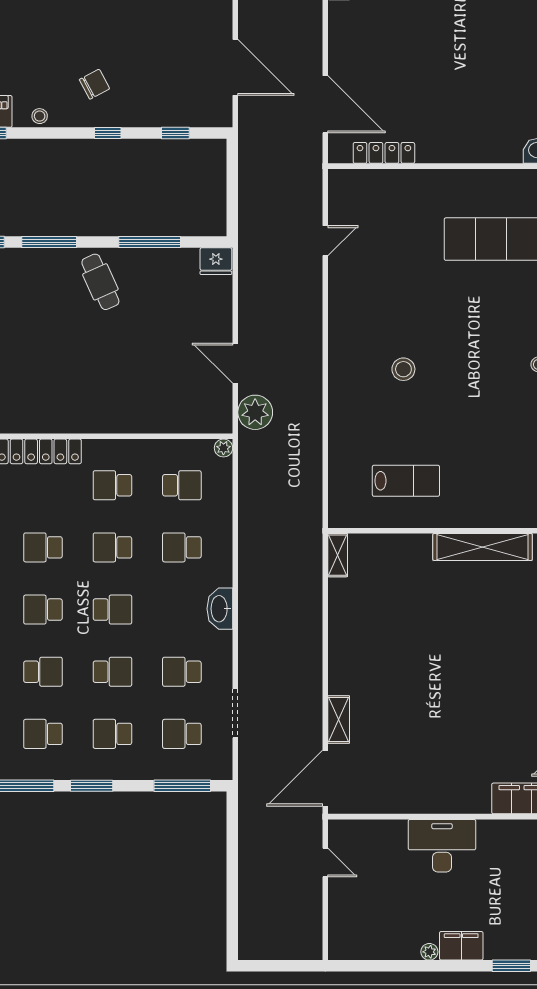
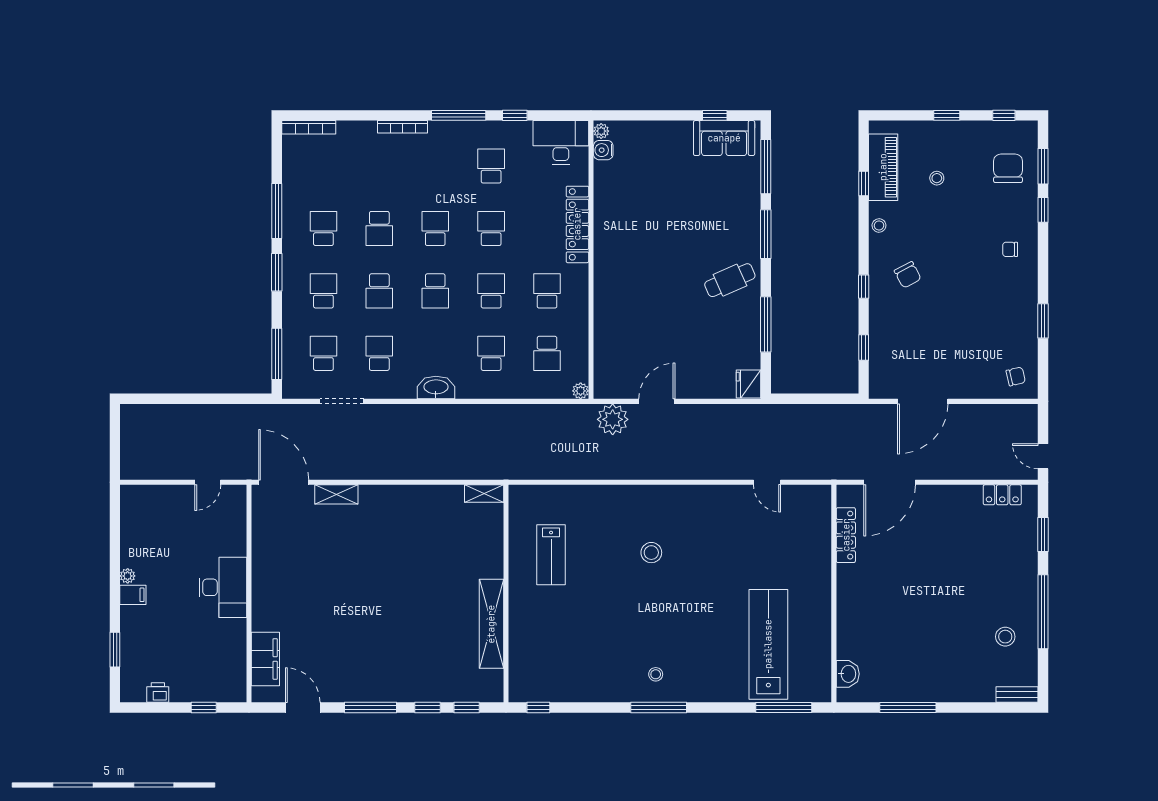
filing cabinet: (461, 946) -> (133, 595), width x0.50

